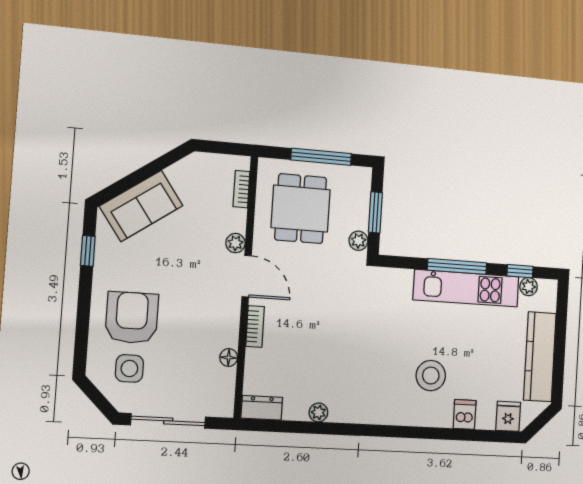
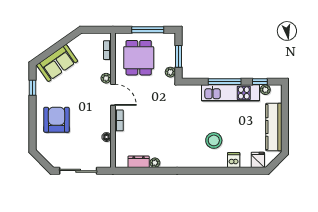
side table: (129, 368) -> (57, 145), removed
dresser: (262, 408) -> (139, 162), moved

